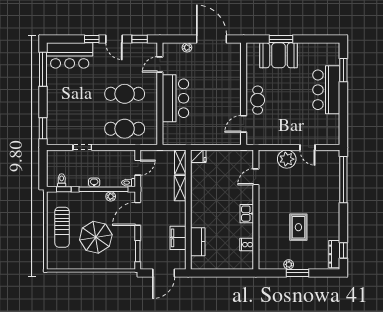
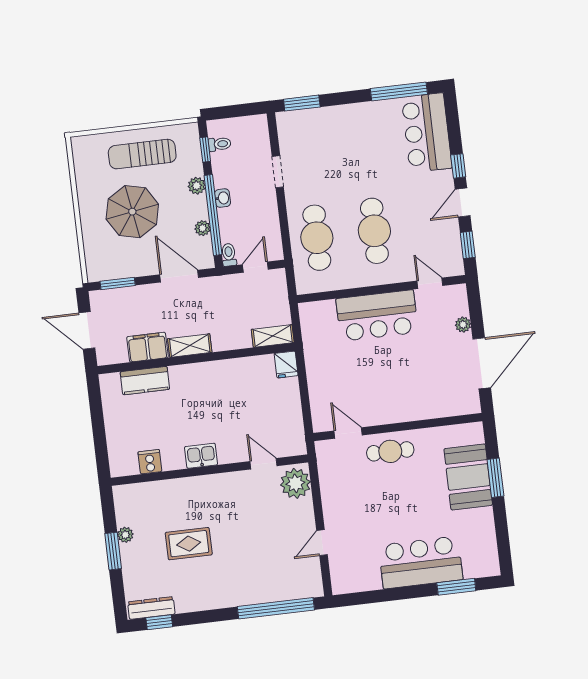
plant: (287, 159) -> (295, 483), moved
door: (138, 168) -> (255, 267), swing flipped
shelving: (180, 188) -> (190, 346), moved
plant: (85, 197) -> (197, 186), added

